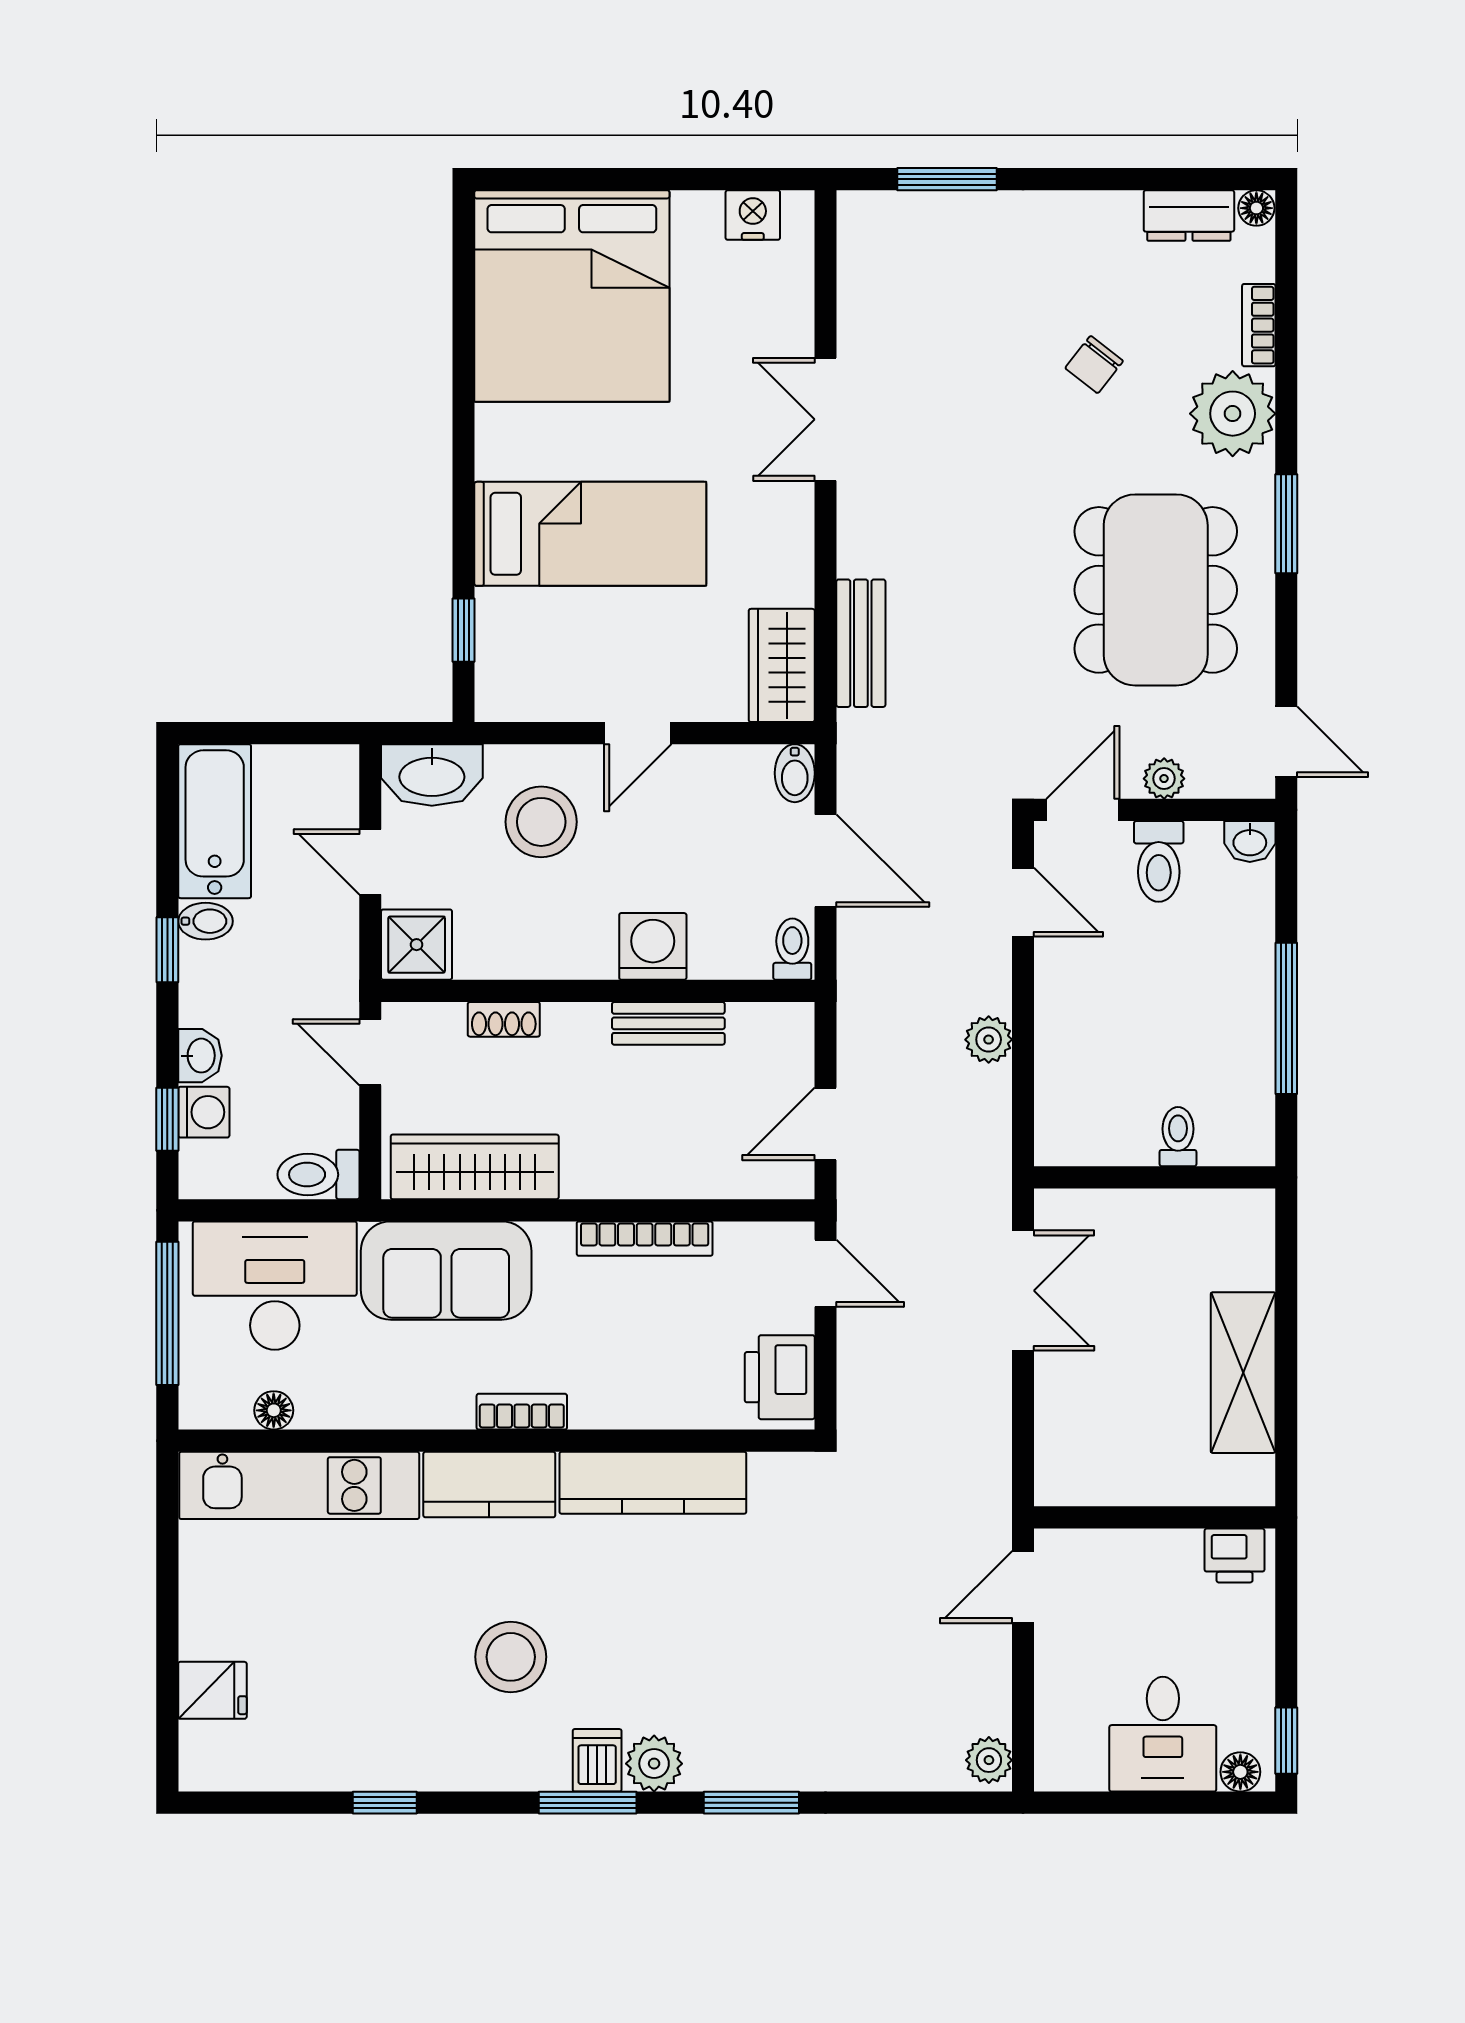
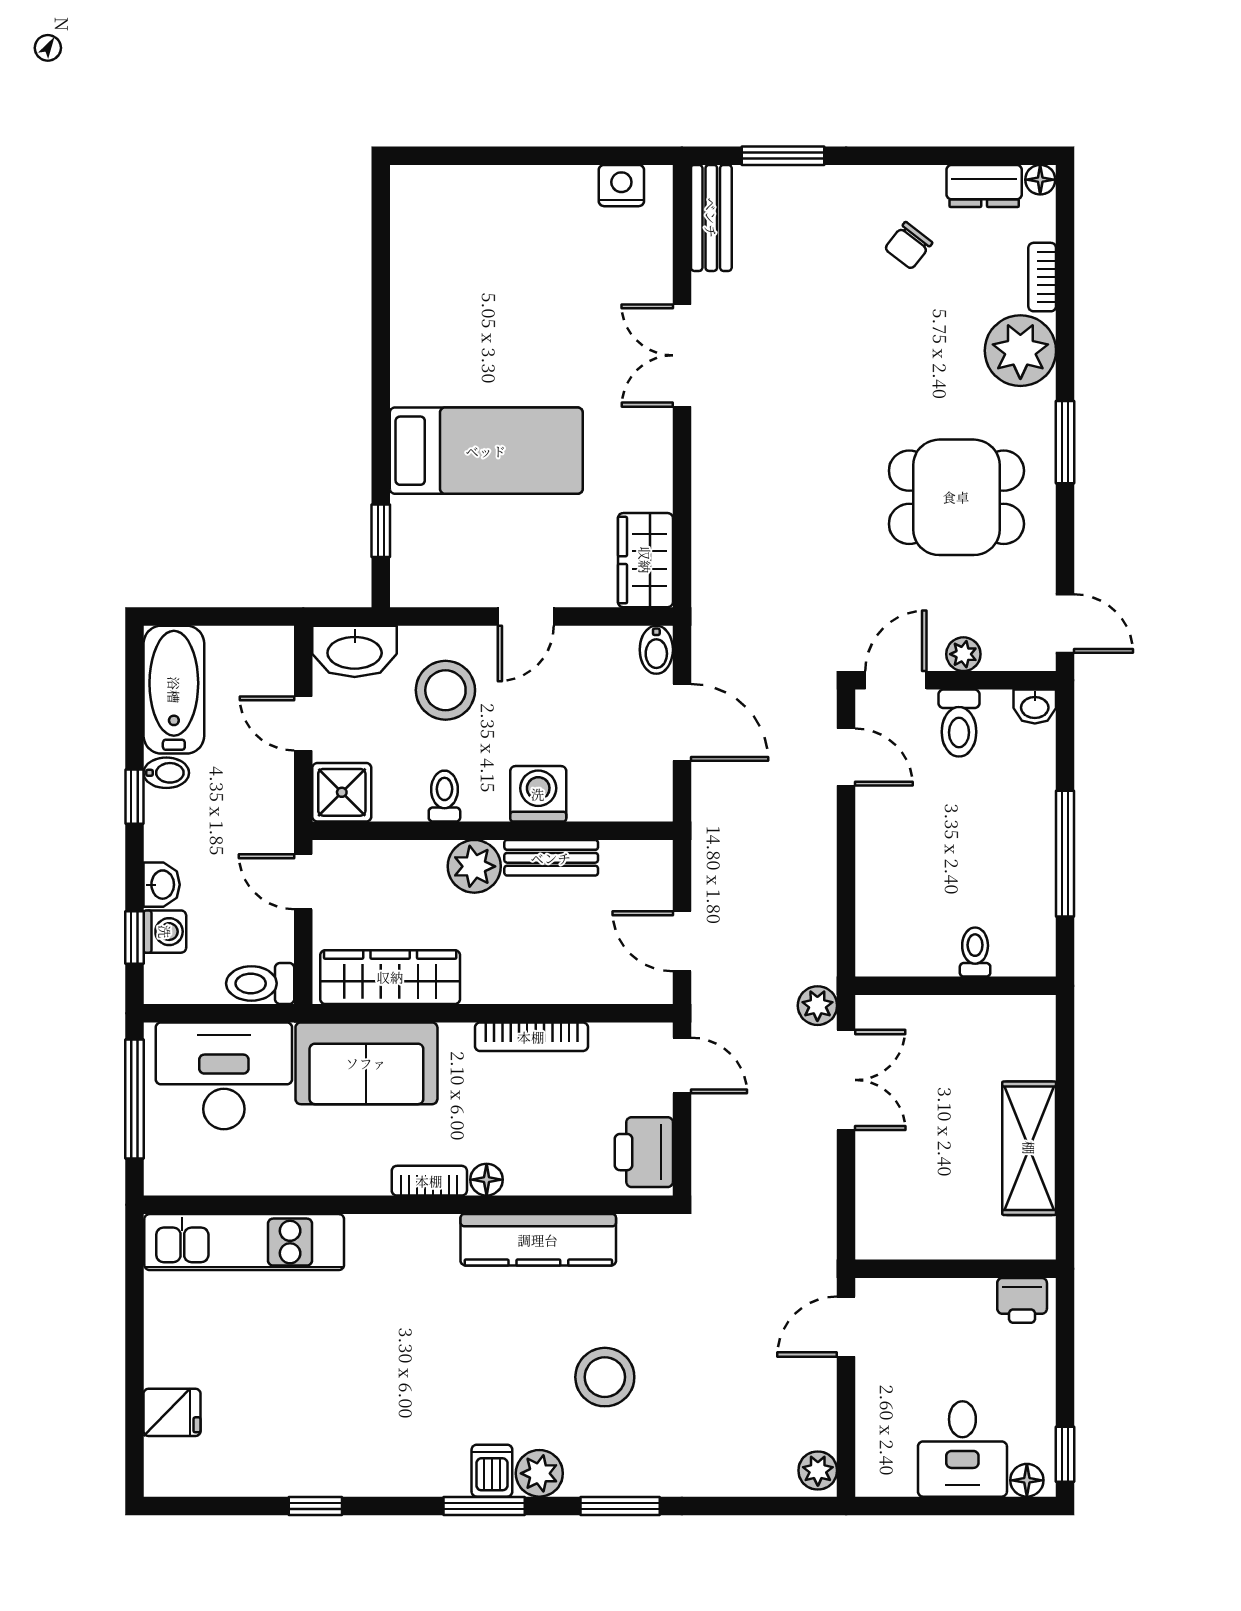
bed: (572, 296) -> (471, 253), removed
chair: (1094, 365) -> (908, 246), moved
dining table: (1156, 590) -> (956, 497), width x0.73
bench: (861, 643) -> (711, 218), moved
toilet: (792, 949) -> (444, 796), moved
shoe rack: (504, 1019) -> (414, 854), removed
plant: (576, 1034) -> (474, 866), added
plant: (989, 1040) -> (817, 1006), moved
door: (826, 1124) -> (682, 941), hinge flipped
floor lamp: (274, 1410) -> (487, 1180), moved
kitchen counter: (489, 1485) -> (402, 1241), removed
stool: (511, 1657) -> (605, 1377), moved

